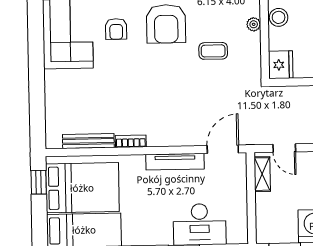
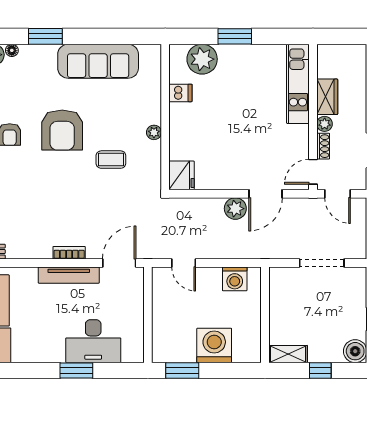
stool: (279, 17) -> (180, 126), removed
bookcase: (131, 141) -> (69, 253), moved
shelving: (262, 174) -> (160, 290), removed

